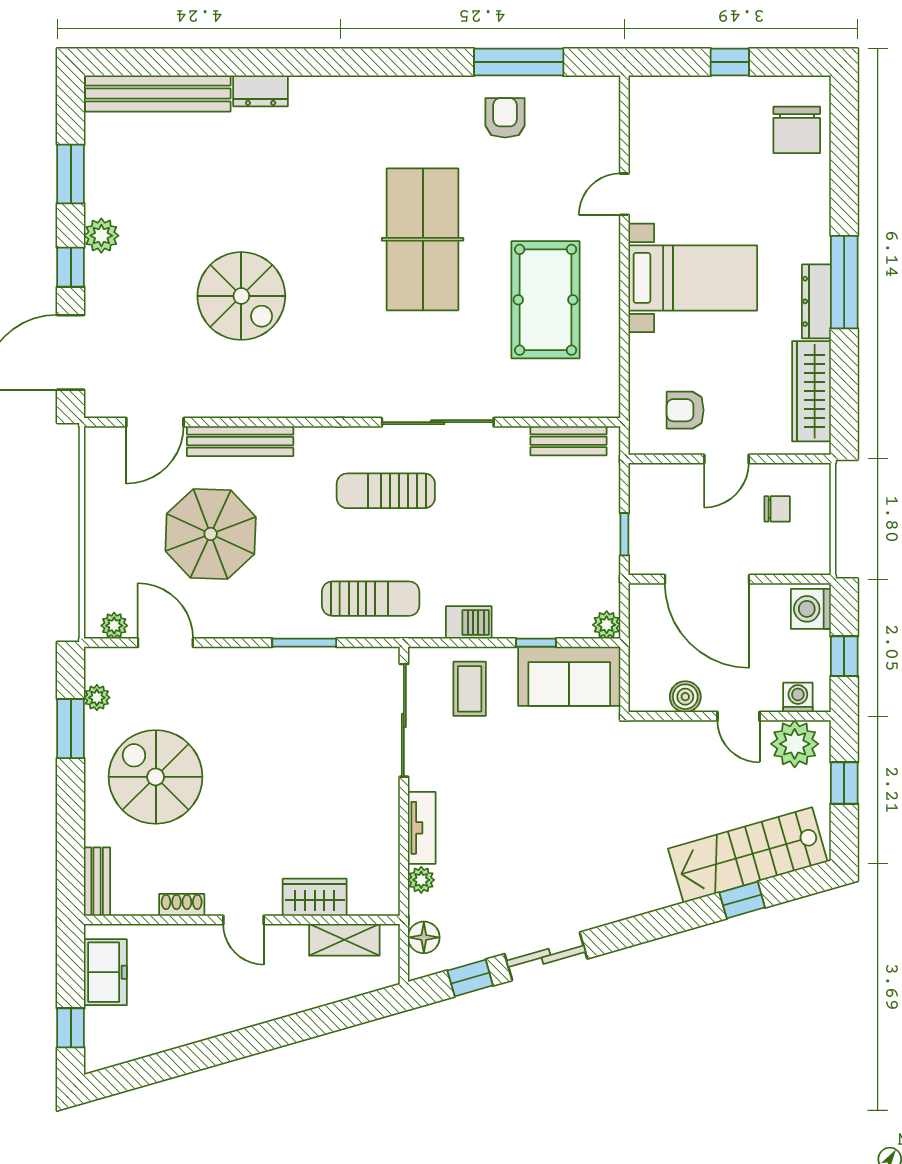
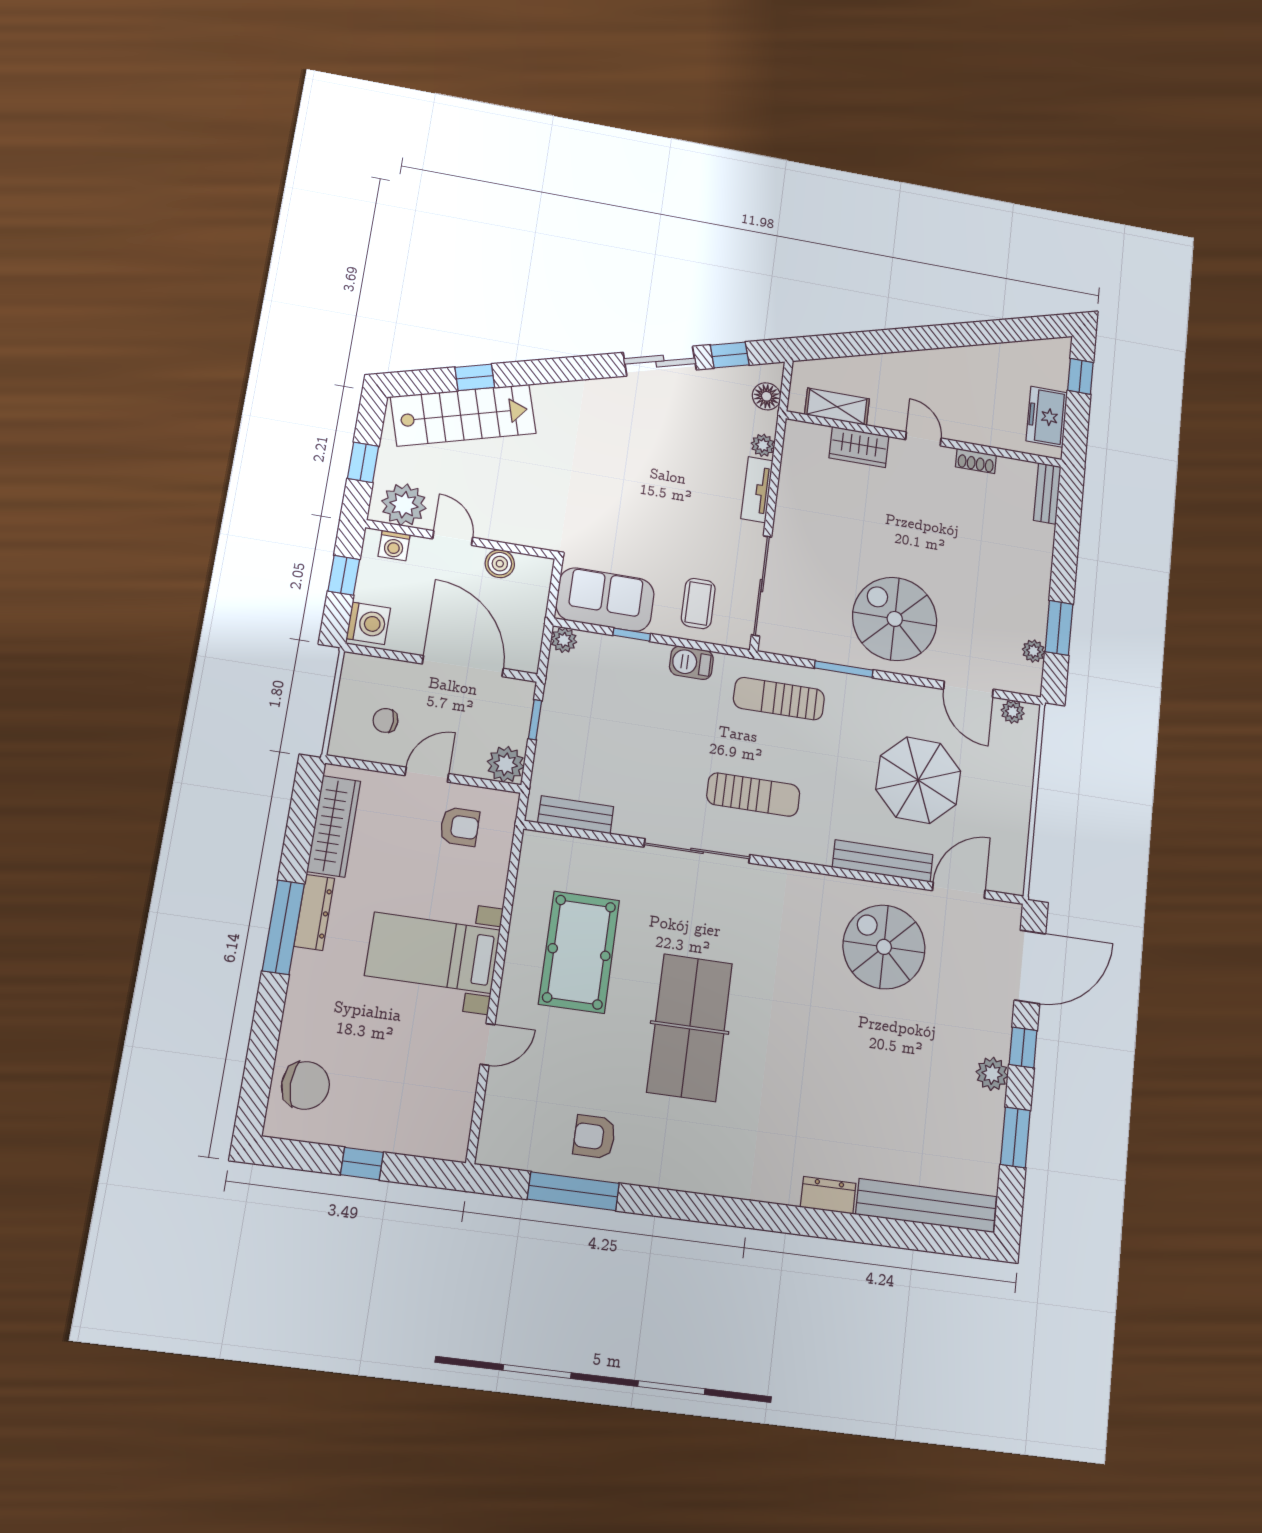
armchair: (505, 118) -> (594, 1137), turned 90
chair: (797, 130) -> (305, 1085), turned 90
spiral stairs: (241, 296) -> (884, 947), moved
plant: (648, 482) -> (506, 764), added
spiral stairs: (156, 777) -> (895, 619), moved, turned 180

